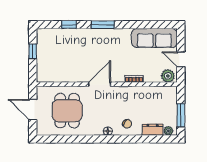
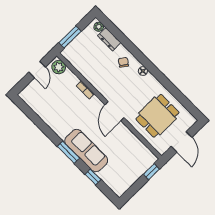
sofa: (154, 38) -> (86, 151), moved
window: (33, 51) -> (151, 172), moved
door: (100, 84) -> (114, 111), hinge flipped
window: (181, 115) -> (70, 37), moved

